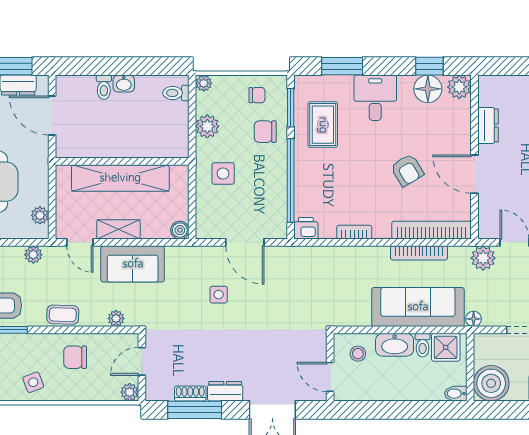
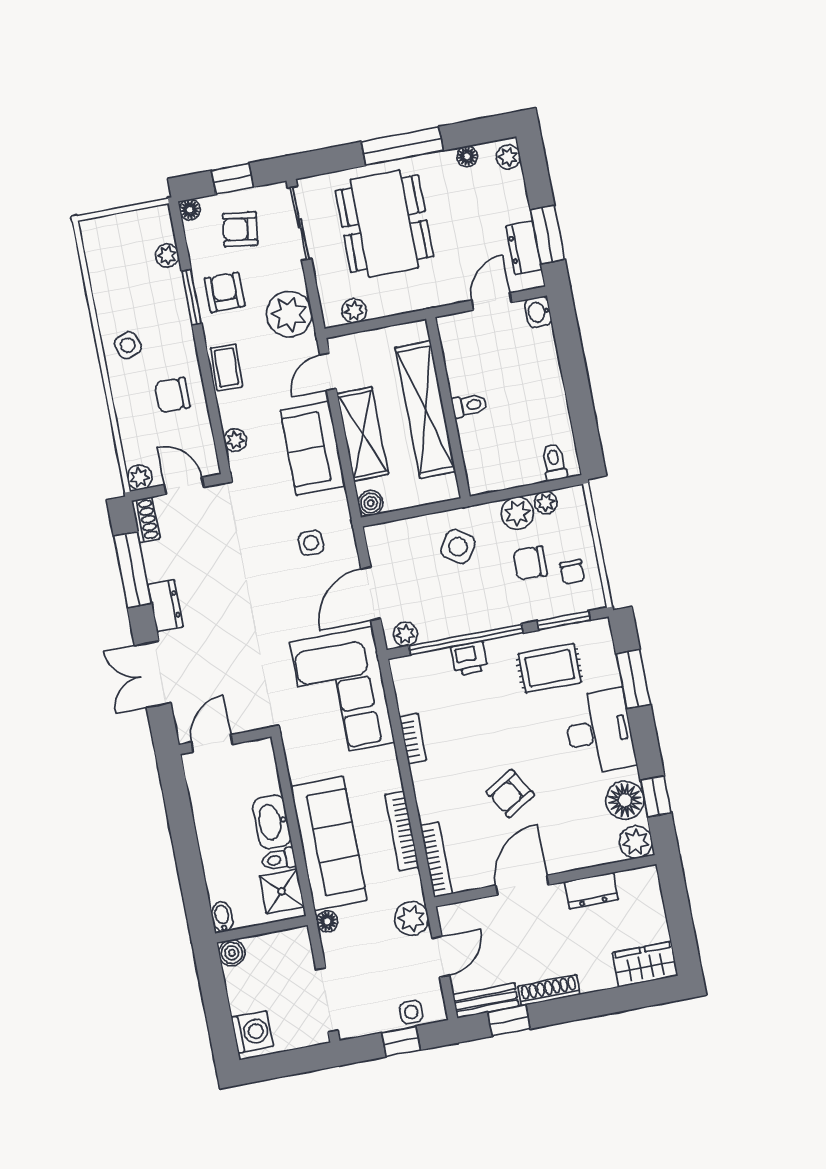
plant: (204, 83) -> (546, 503), moved
washbasin: (124, 84) -> (538, 312), moved
toilet: (104, 87) -> (469, 405), moved, turned 180
desk: (375, 98) -> (599, 732), width x1.37
door: (52, 116) -> (492, 301), width x0.73
chair: (265, 132) -> (530, 563), moved, turned -89
side table: (223, 173) -> (458, 547), turned 34
plant: (279, 223) -> (405, 634), added
printer: (306, 228) -> (469, 659), moved, turned 90
shelving: (118, 229) -> (363, 434), width x1.50, depth x1.33
bookcase: (432, 230) -> (436, 860), width x0.68, depth x0.76
plant: (33, 255) -> (289, 314), width x1.87, depth x1.87
corner sofa: (312, 277) -> (342, 692), added
side table: (219, 295) -> (311, 543), moved
stool: (358, 354) -> (250, 775), removed
chair: (75, 357) -> (172, 395), turned -90
boiler: (491, 383) -> (232, 953), width x0.54, depth x0.54
shoe rack: (190, 393) -> (146, 520), moved

